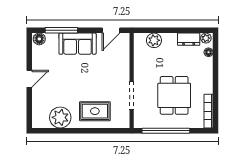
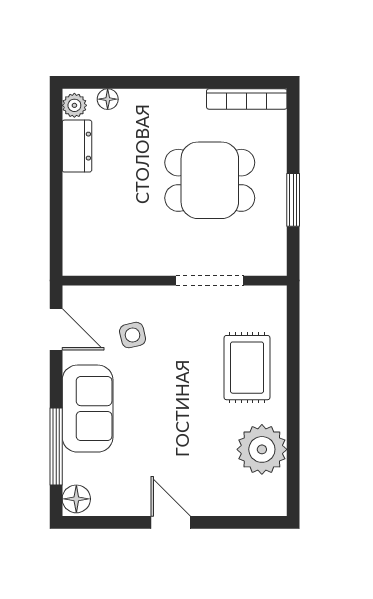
plant: (154, 40) -> (80, 228), removed
side table: (109, 63) -> (133, 335), added
window: (166, 131) -> (293, 200), width x0.47

